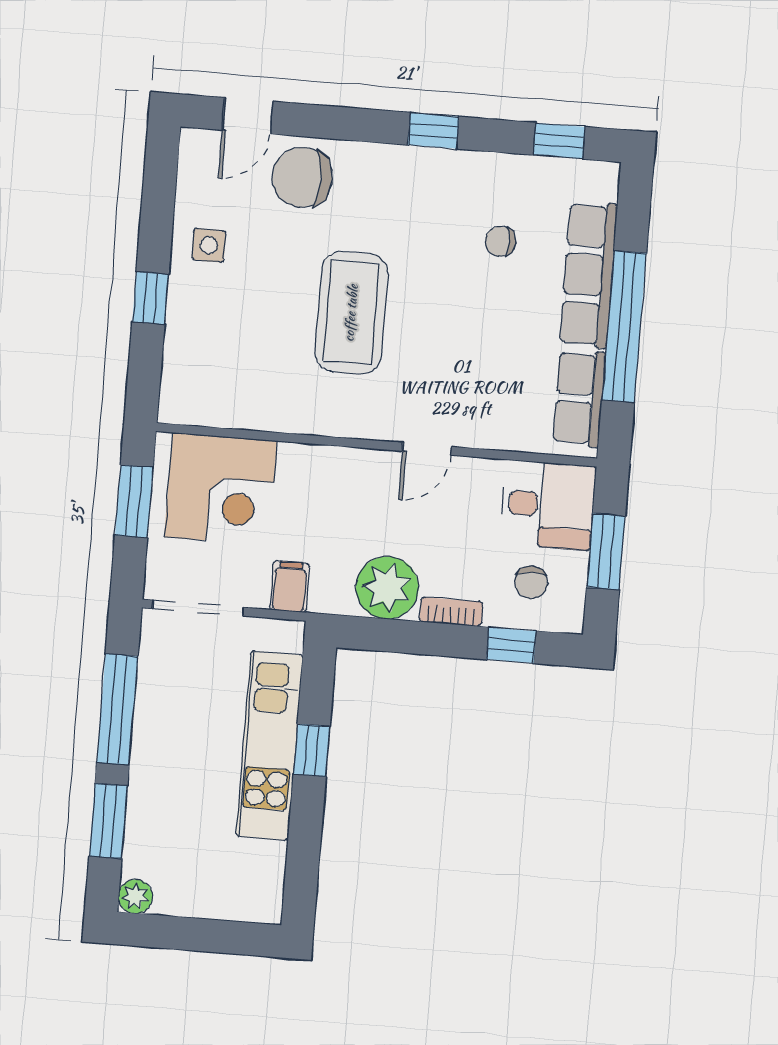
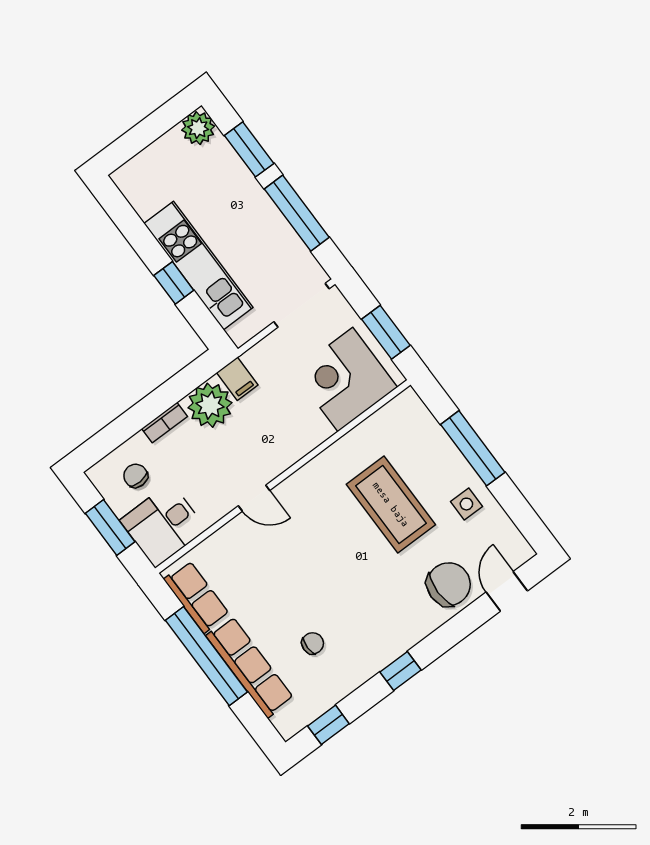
window: (150, 298) -> (473, 448), width x2.17
coffee table: (351, 313) -> (391, 504), moved
door: (427, 449) -> (254, 498), swing flipped
filing cabinet: (290, 587) -> (237, 379), moved
window: (511, 645) -> (117, 433), removed
plant: (135, 896) -> (198, 128), width x1.38, depth x1.38

